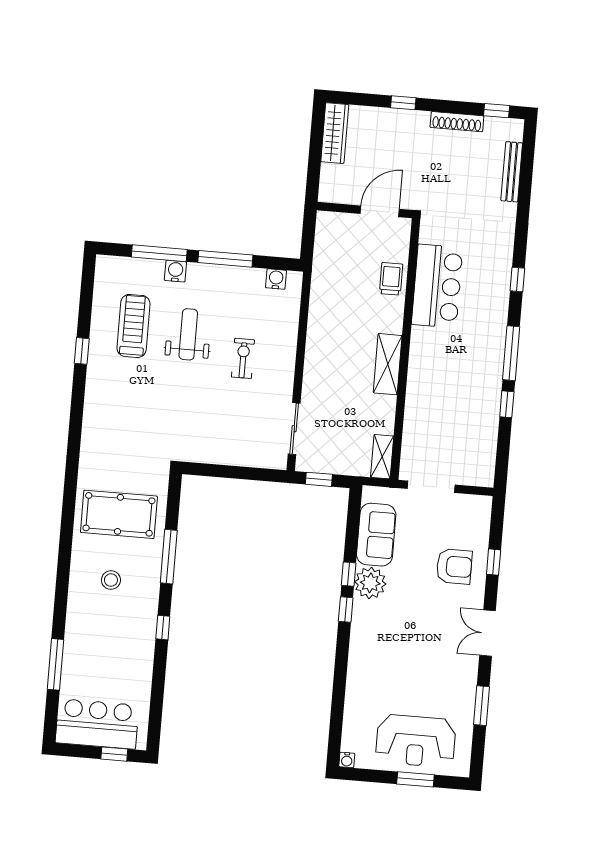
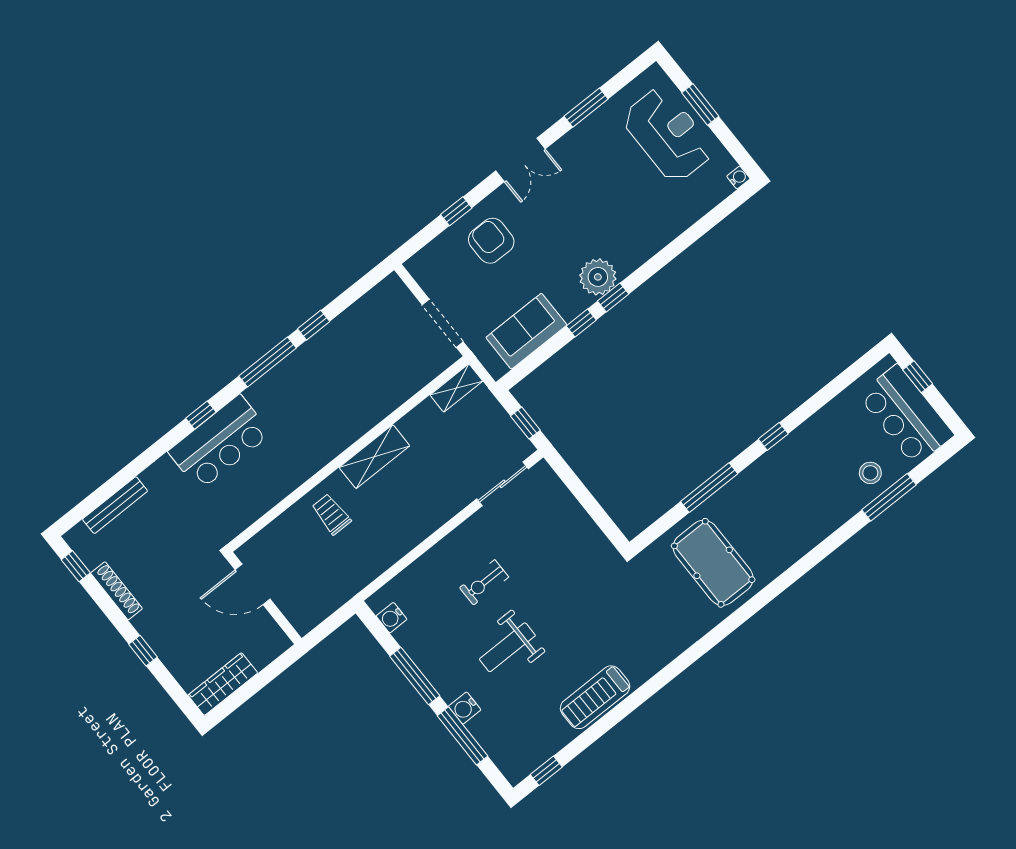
trolley: (391, 279) -> (331, 514), moved, turned 90
bar counter: (437, 286) -> (220, 442), moved, turned 180
treadmill: (133, 326) -> (595, 697), moved
window: (82, 351) -> (546, 771), moved
stool: (111, 580) -> (870, 473), moved
plant: (370, 583) -> (598, 277), moved

